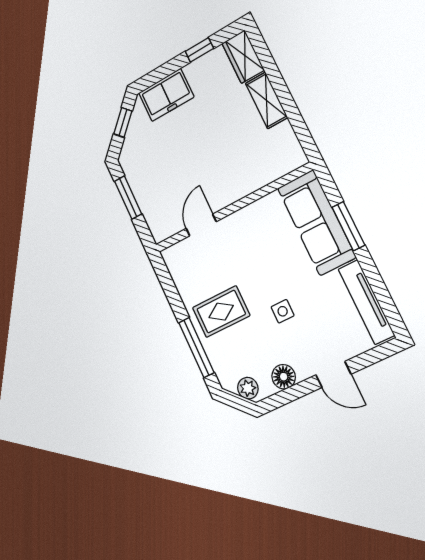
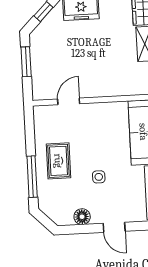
rug: (221, 312) -> (58, 161), turned 90
plant: (248, 388) -> (56, 215), removed

